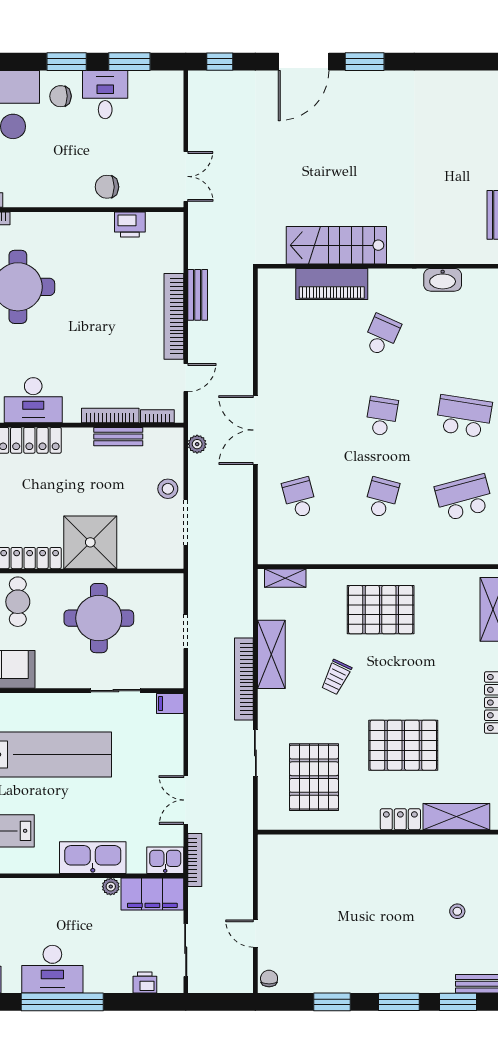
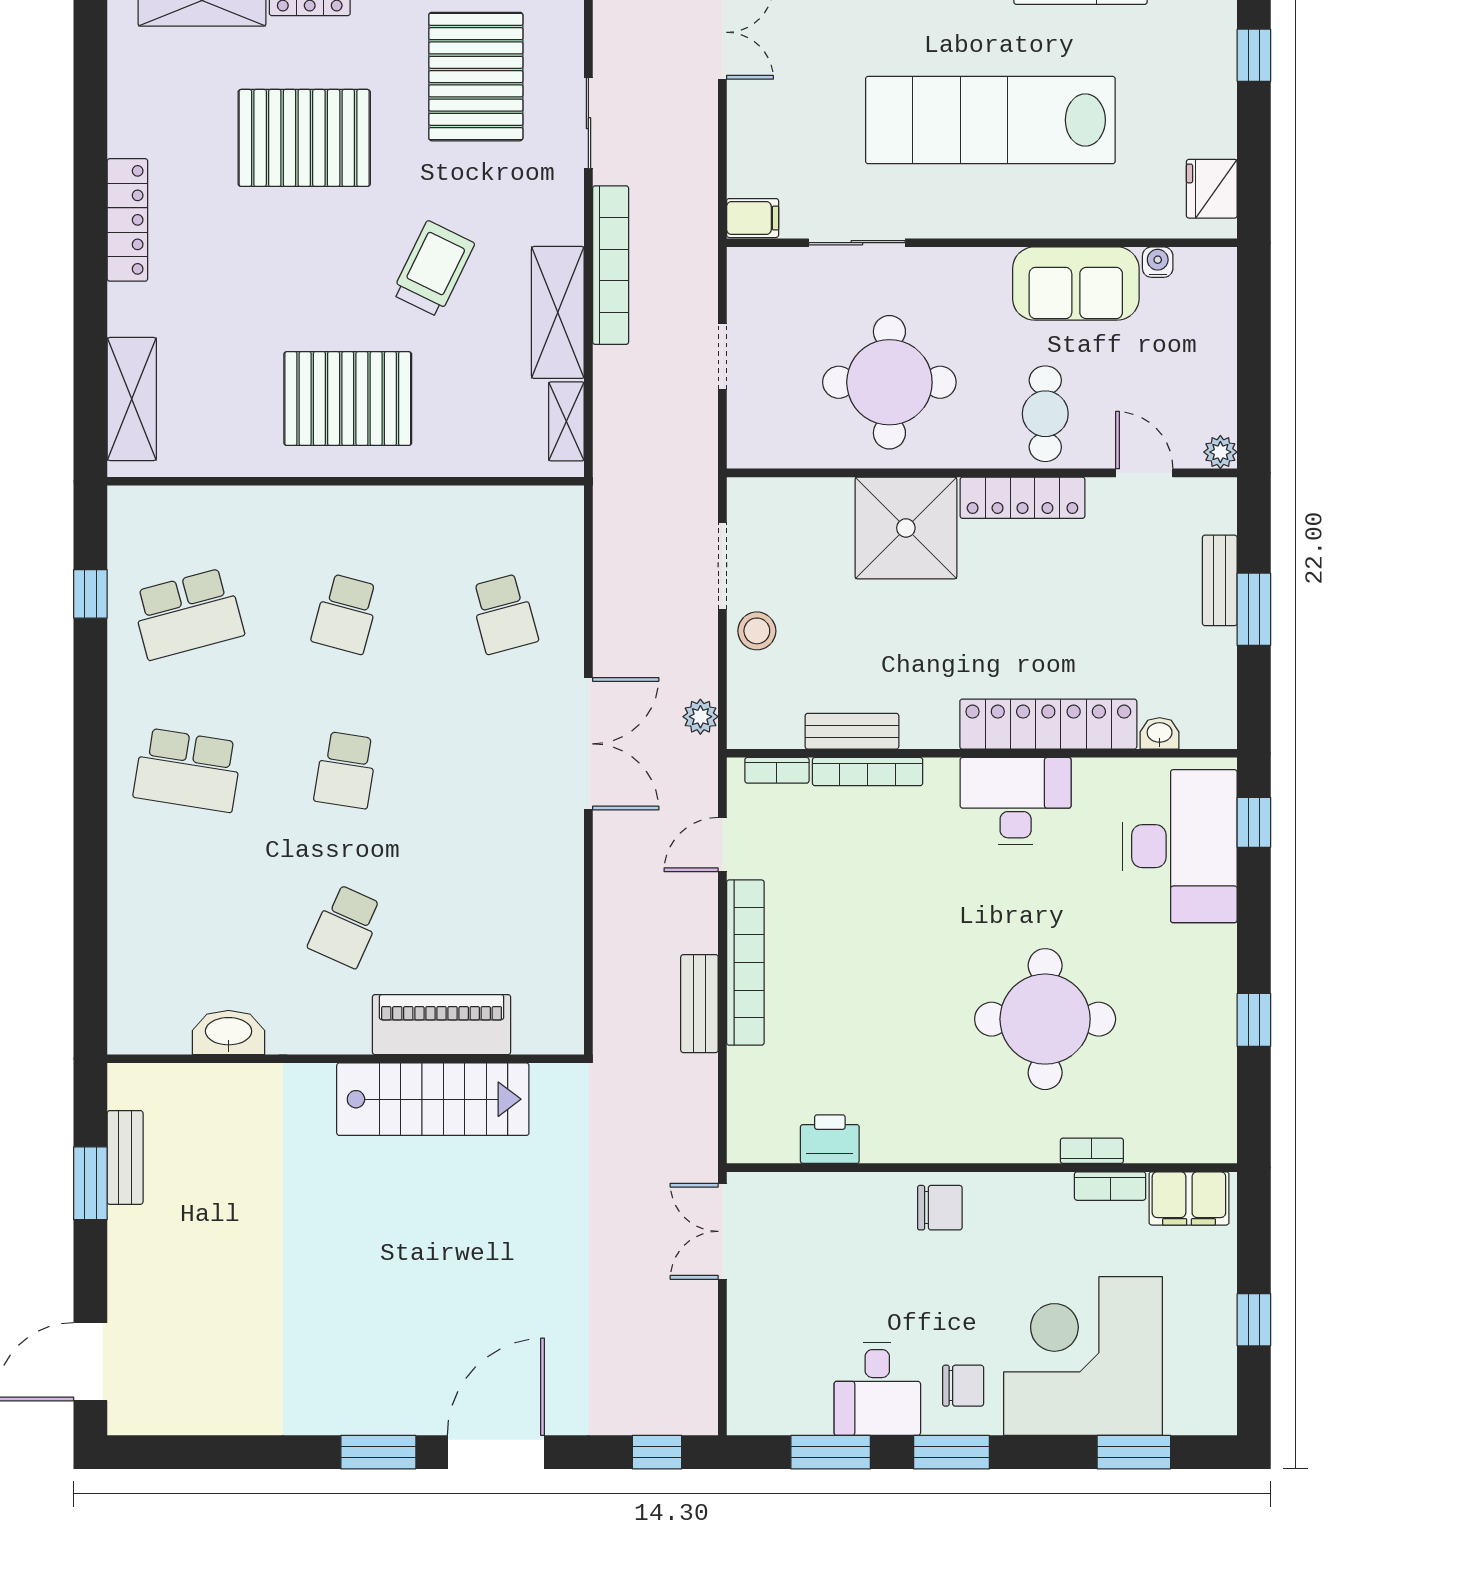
chair: (107, 187) -> (940, 1208), moved
shelving: (285, 578) -> (566, 421), moved, turned 90
trolley: (336, 677) -> (433, 269), width x1.36, depth x1.39

